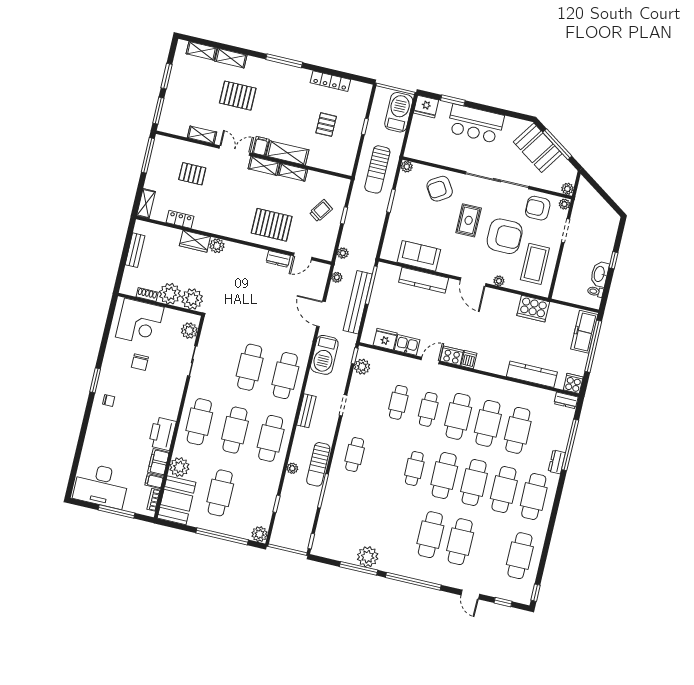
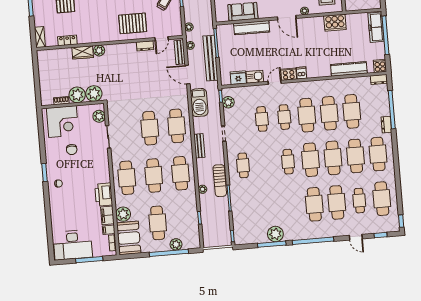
bench: (135, 250) -> (180, 52), moved
plant: (259, 534) -> (176, 244), moved
cafe table: (490, 549) -> (359, 201), added

